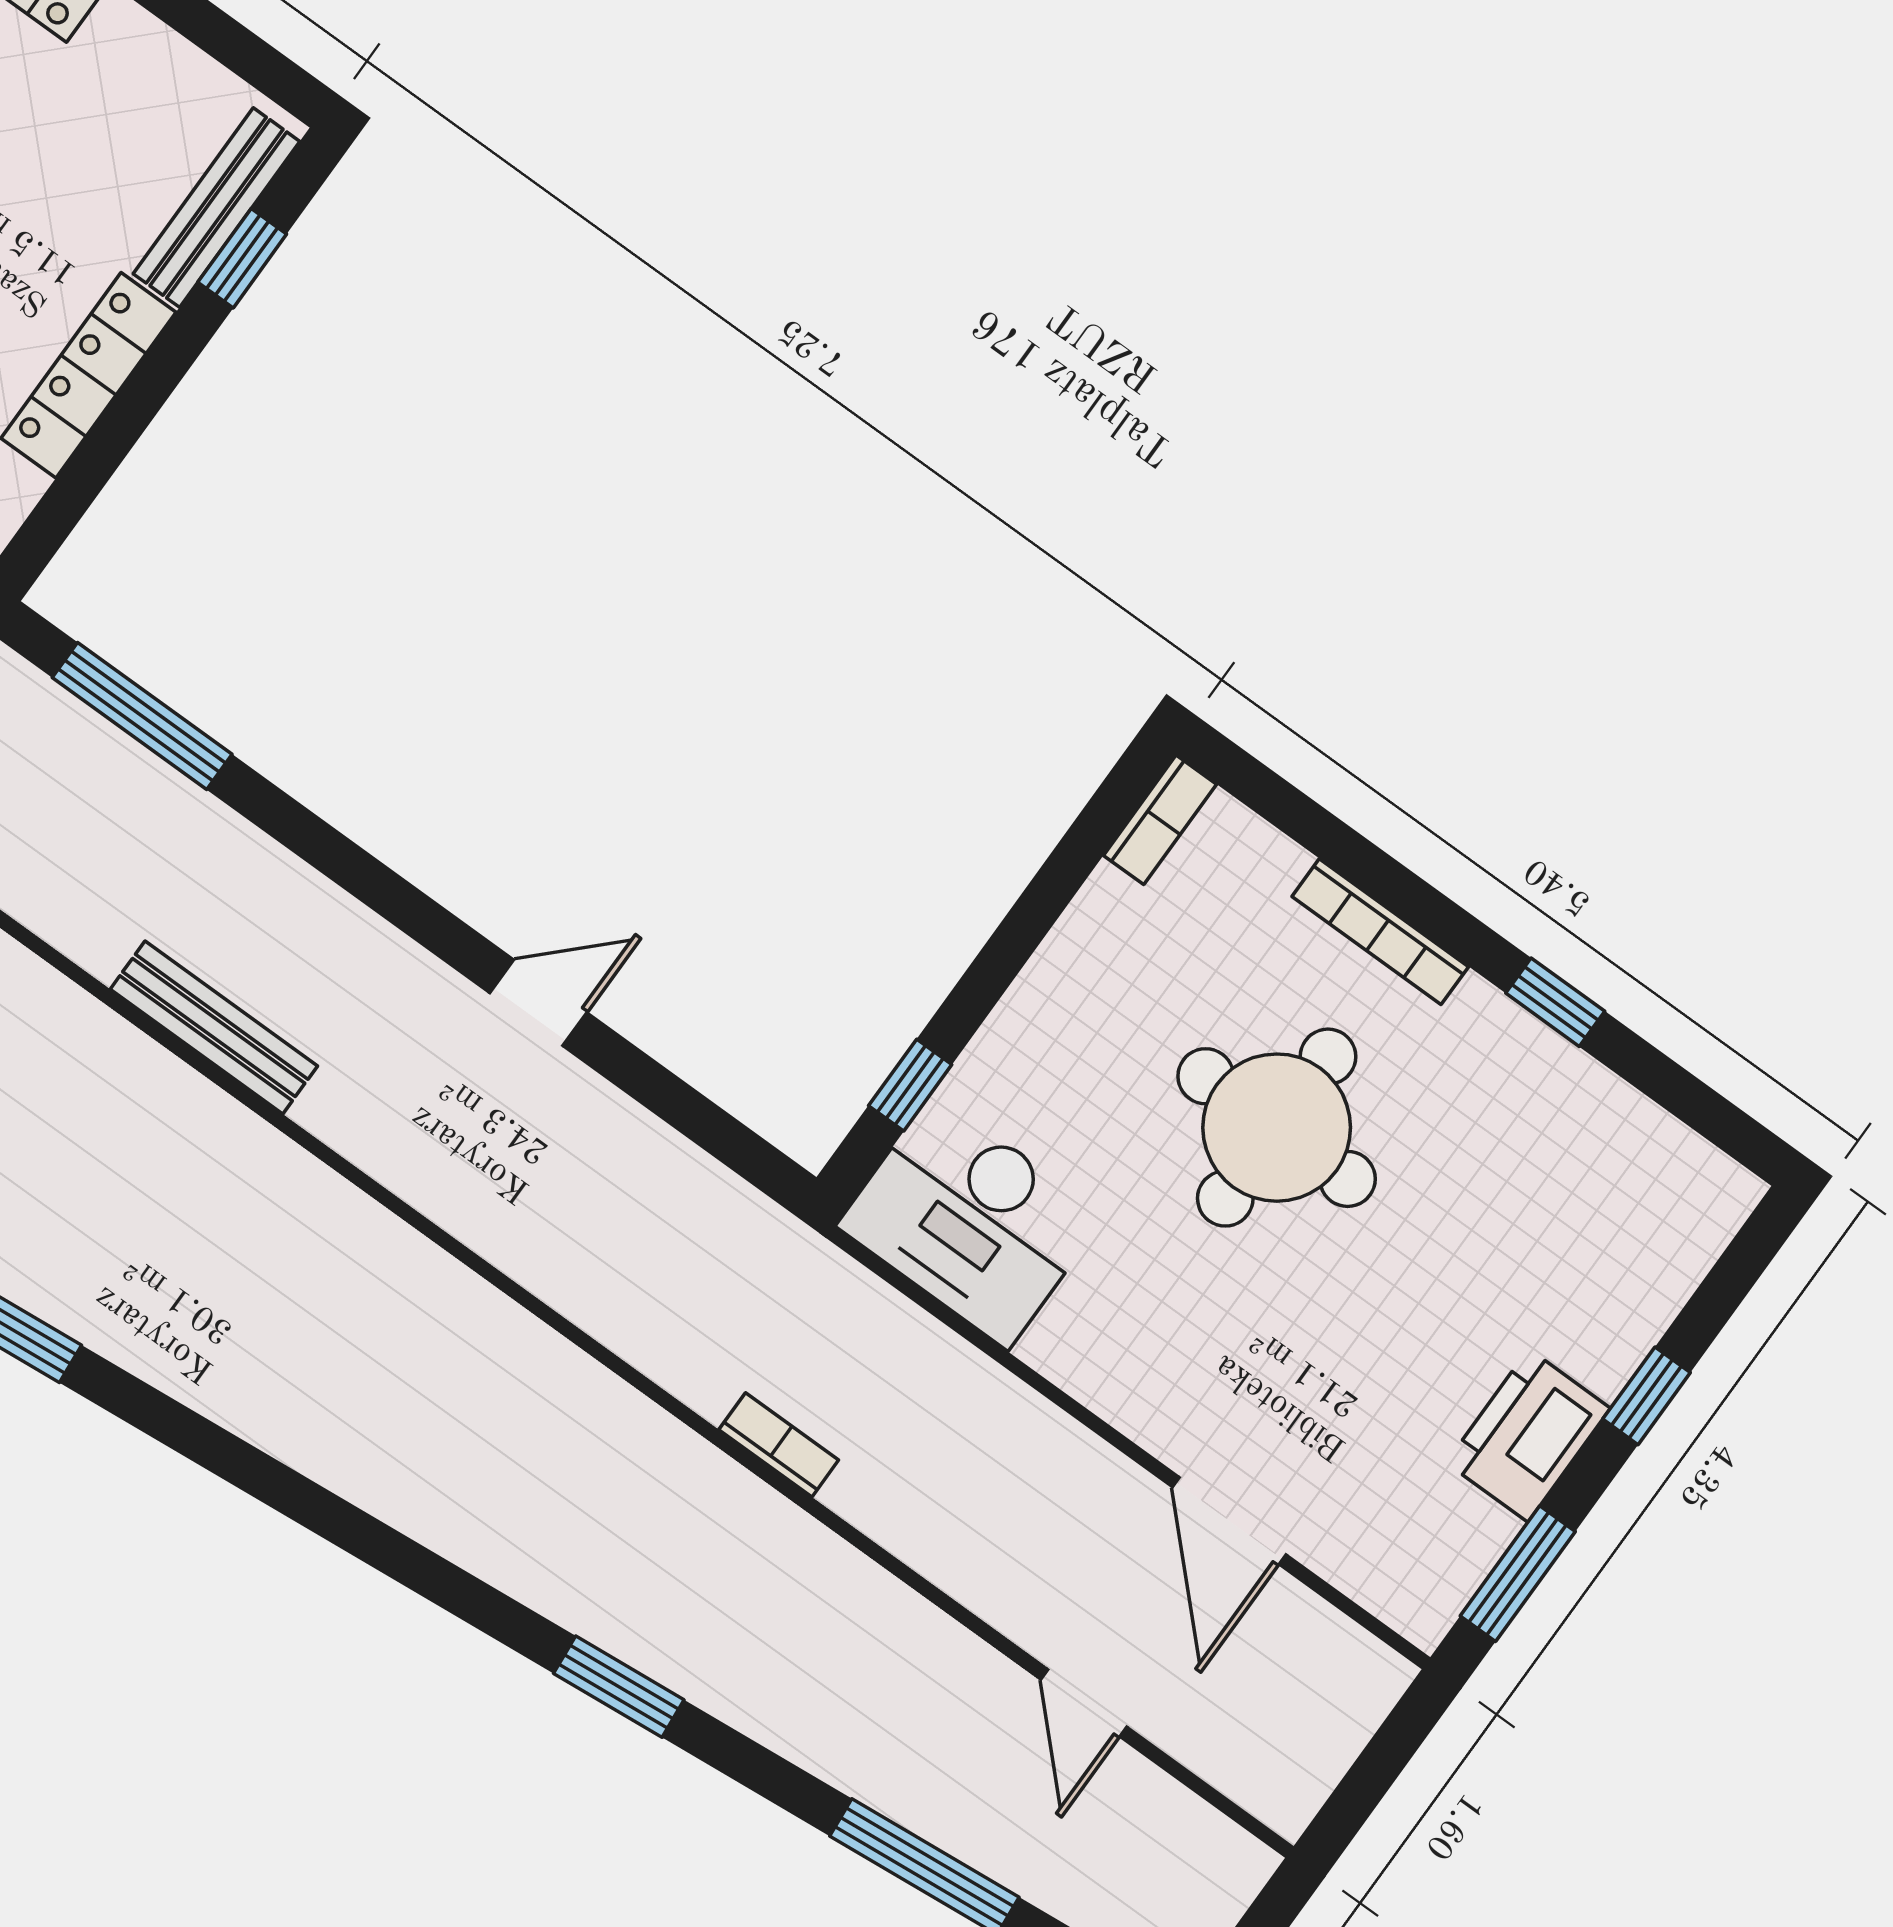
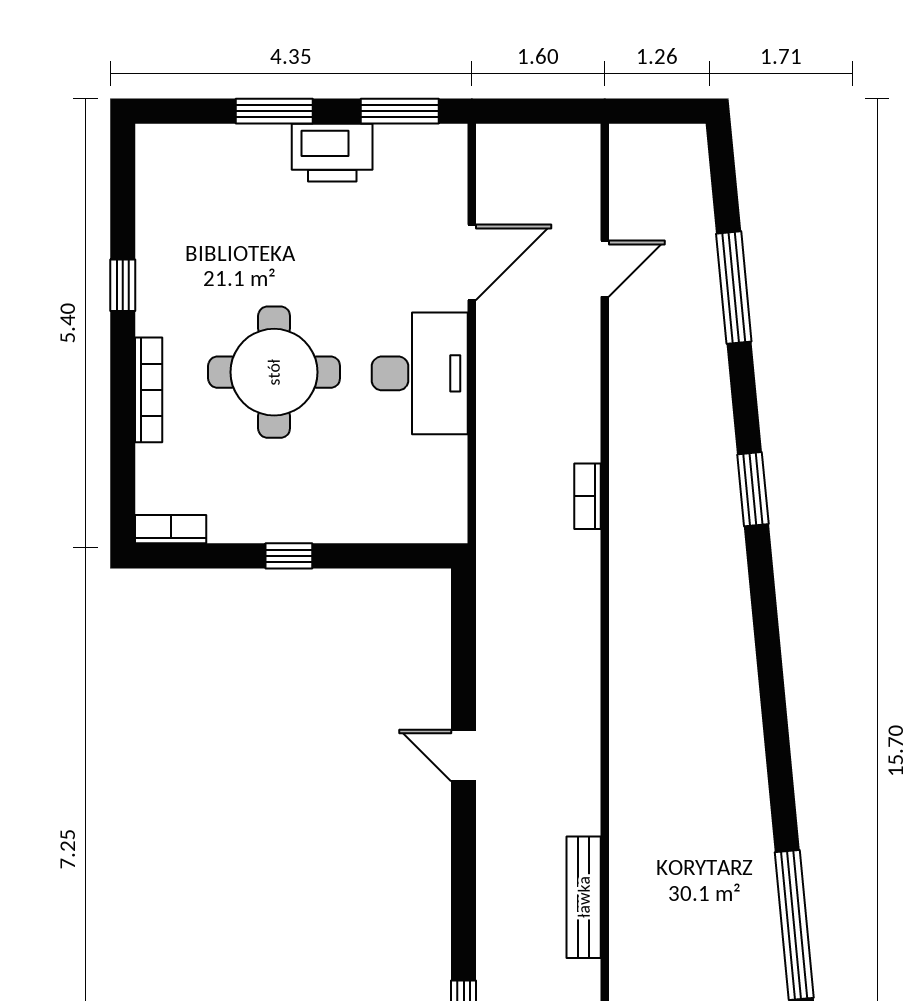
window: (910, 1085) -> (289, 556), moved
desk: (971, 1221) -> (420, 373), moved
window: (1647, 1396) -> (274, 111), width x1.50

